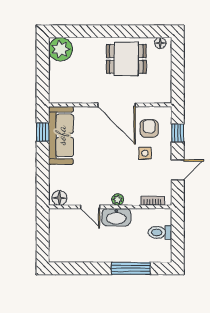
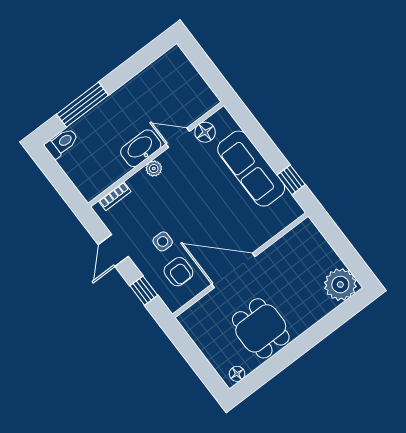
dining table: (126, 59) -> (261, 328), turned 90
sofa: (61, 135) -> (251, 169), moved
floor lamp: (59, 198) -> (205, 132), moved
toilet: (160, 232) -> (62, 143), moved

